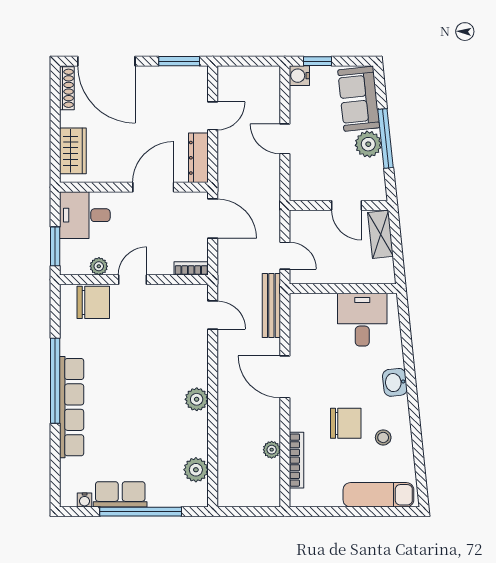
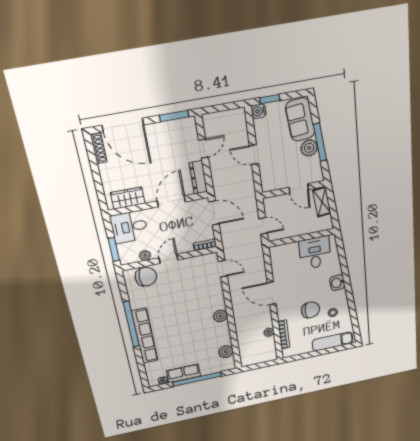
wardrobe: (73, 151) -> (128, 198), moved, turned -90
bench: (271, 305) -> (258, 256), removed

